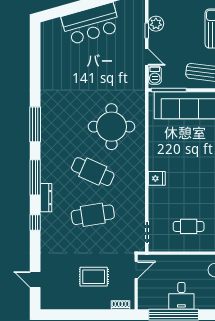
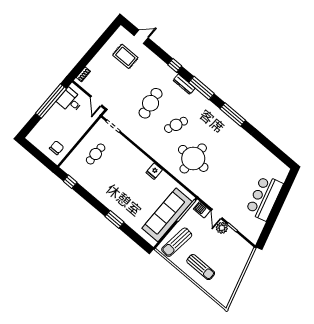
plant: (156, 24) -> (222, 228), moved
door: (147, 57) -> (217, 214), hinge flipped
cafe table: (93, 172) -> (176, 125), width x0.73, depth x0.74
fridge: (157, 178) -> (154, 171), moved
rug: (94, 277) -> (125, 56), moved, turned 90
desk: (181, 296) -> (70, 101), moved

